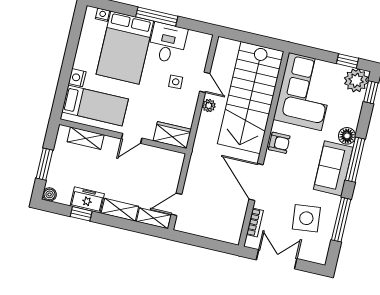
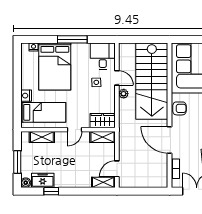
desk: (167, 43) -> (103, 56), moved
freezer: (87, 200) -> (43, 180), moved
shelving: (120, 210) -> (103, 137), moved

